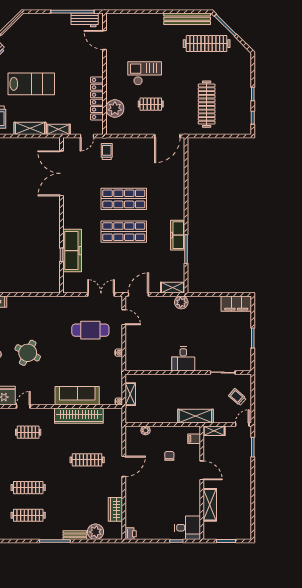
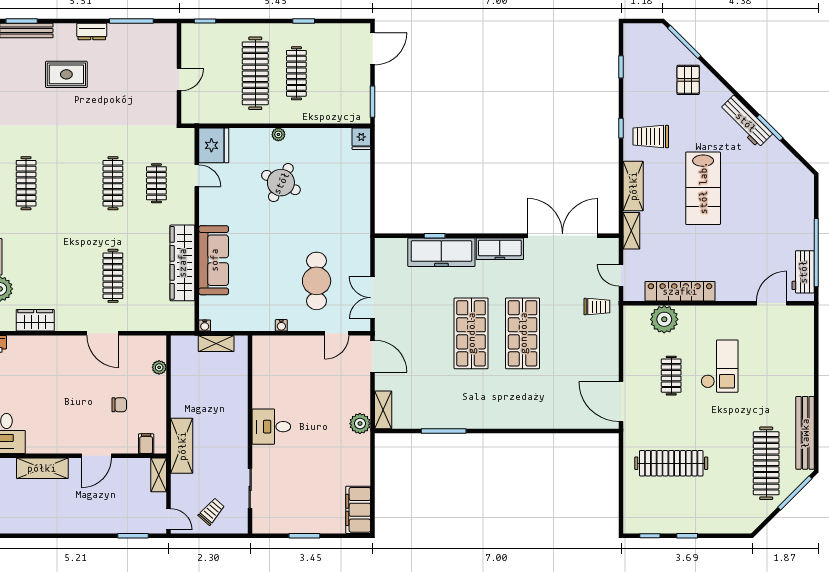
freezer: (178, 235) -> (500, 249), moved, turned 180
double door: (101, 294) -> (373, 298), swing flipped
clothes rail: (28, 488) -> (113, 183), moved

